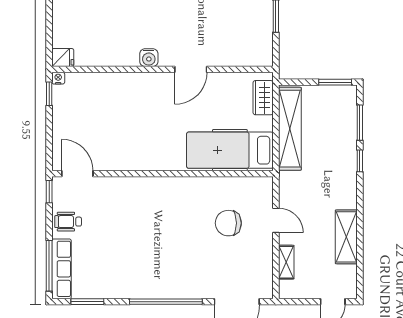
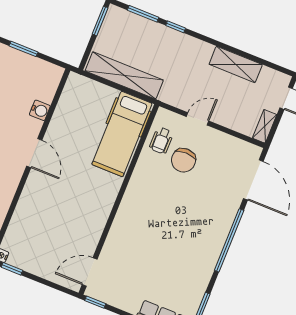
water cooler: (149, 58) -> (40, 110), moved
door: (191, 69) -> (34, 153), moved
wardrobe: (263, 98) -> (89, 88), removed
wheelchair: (68, 222) -> (161, 141), moved
shelving: (286, 262) -> (265, 126), moved, turned 90

